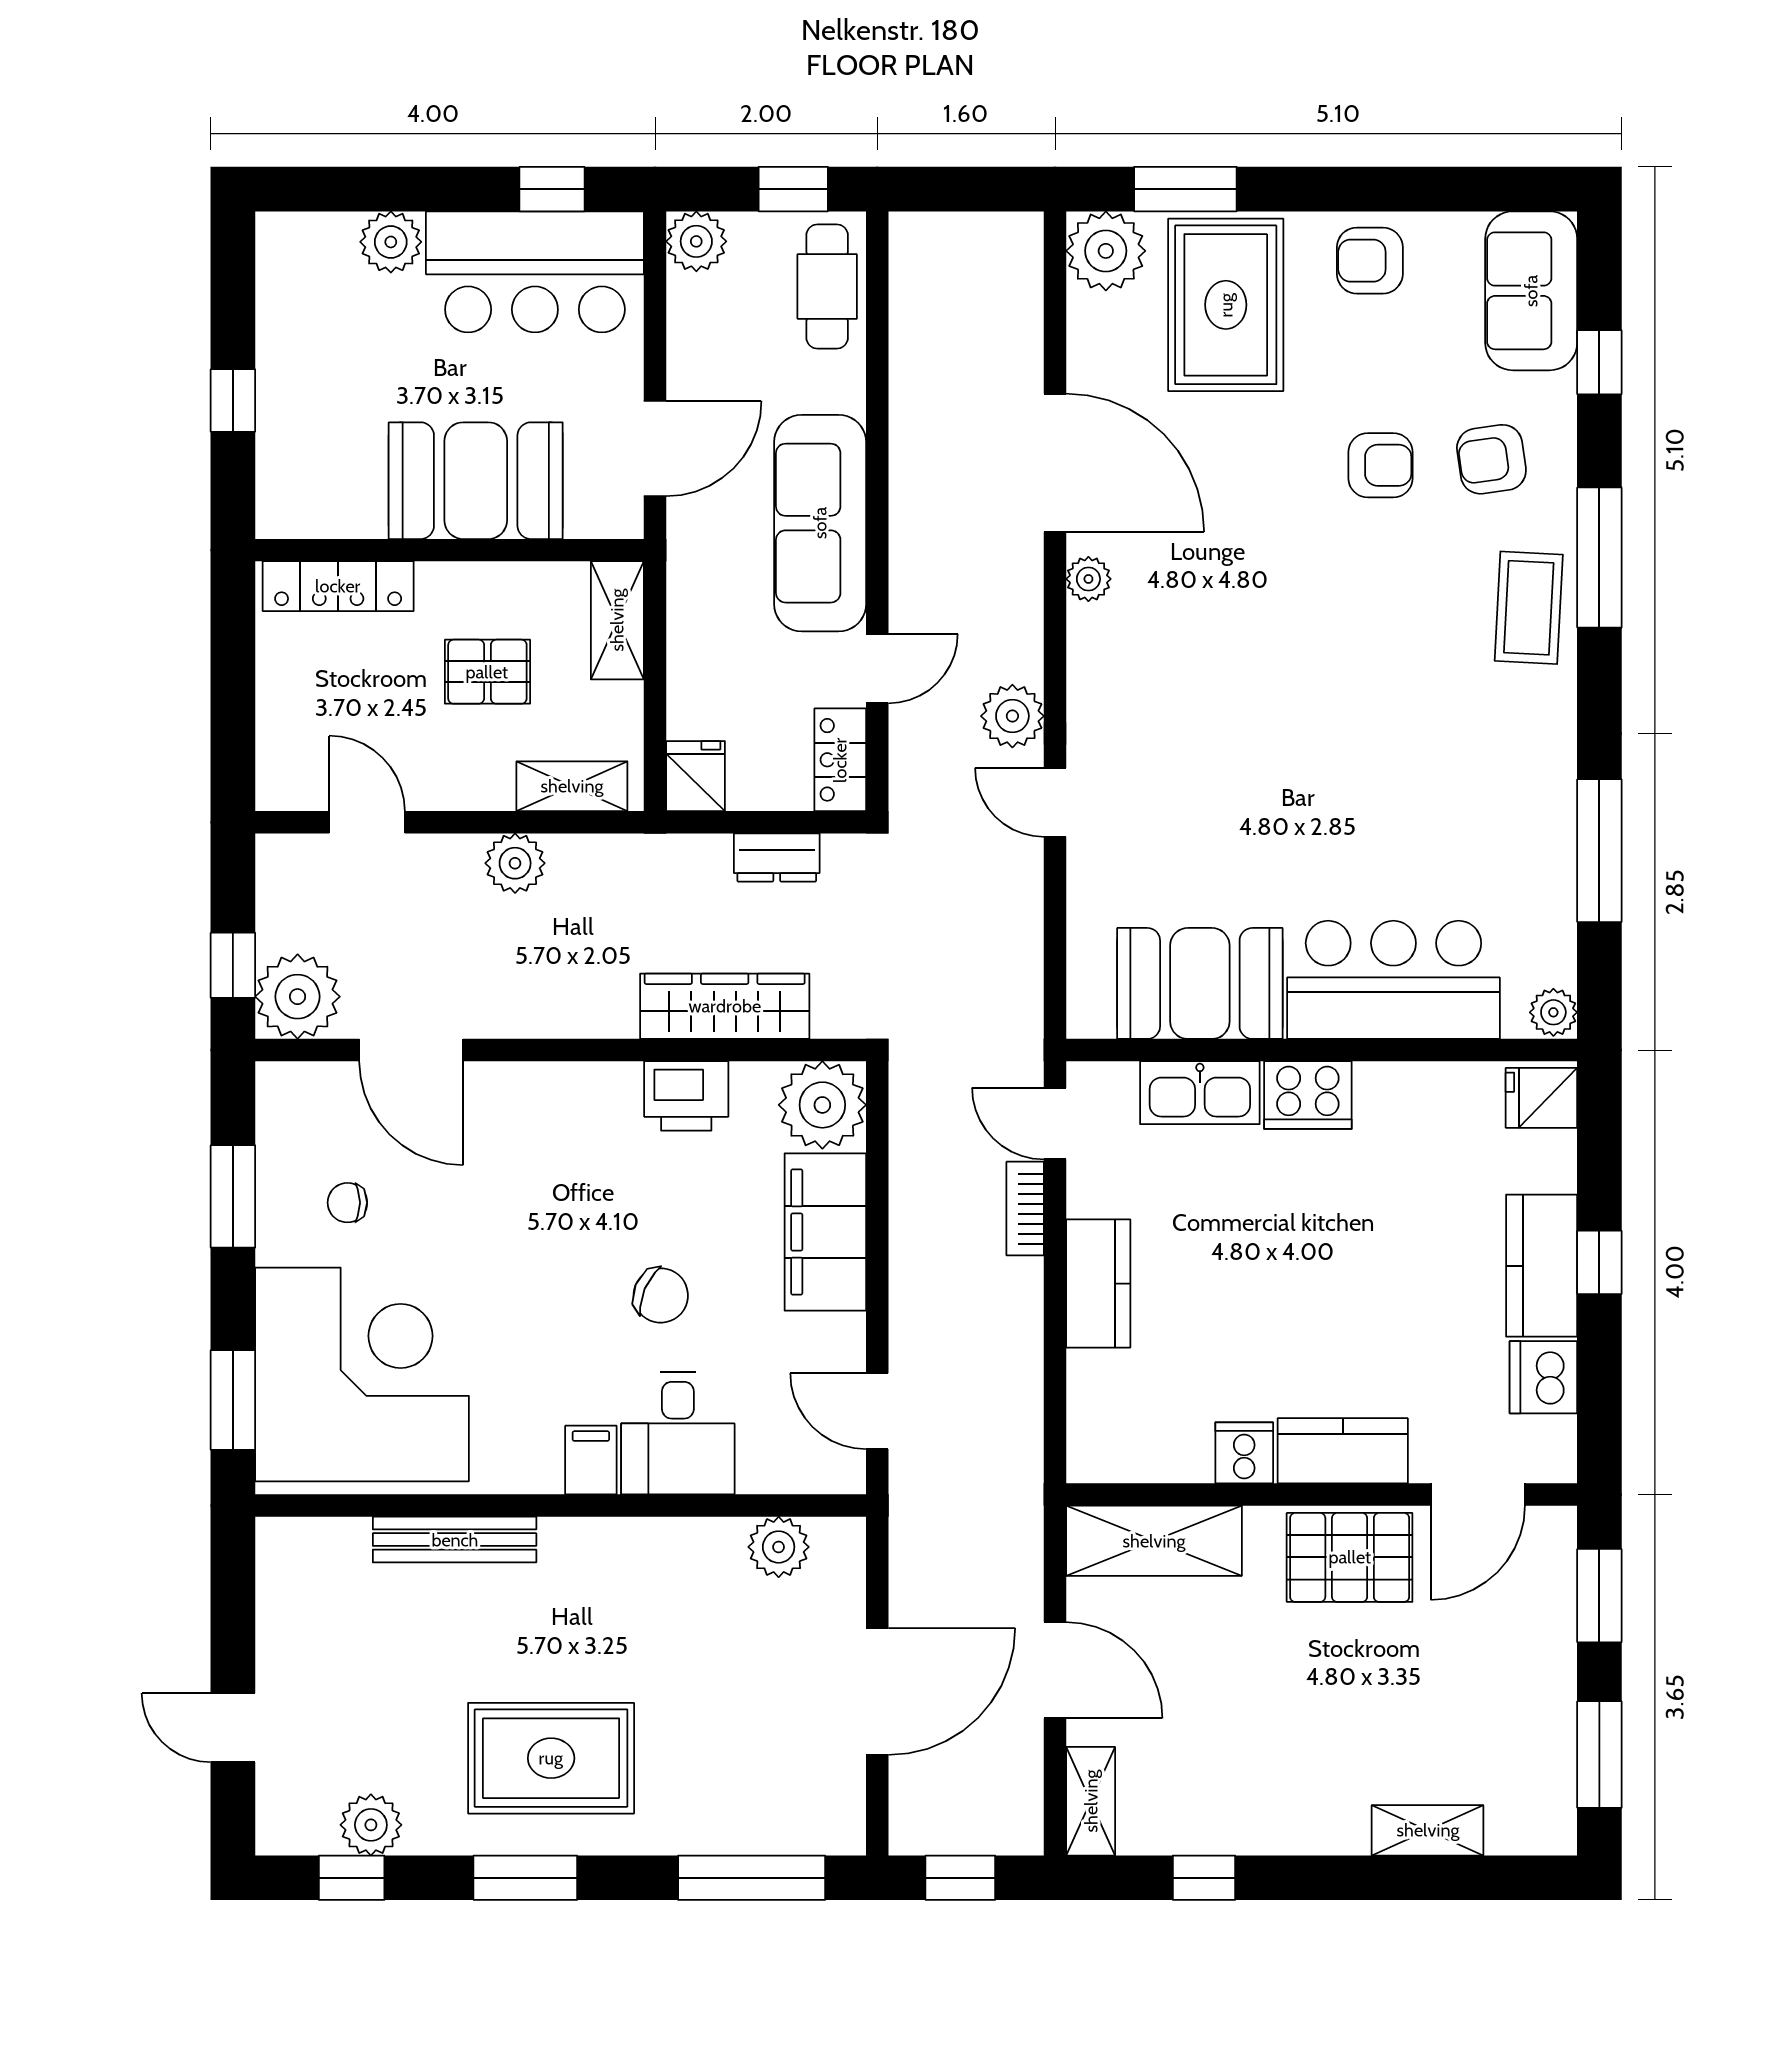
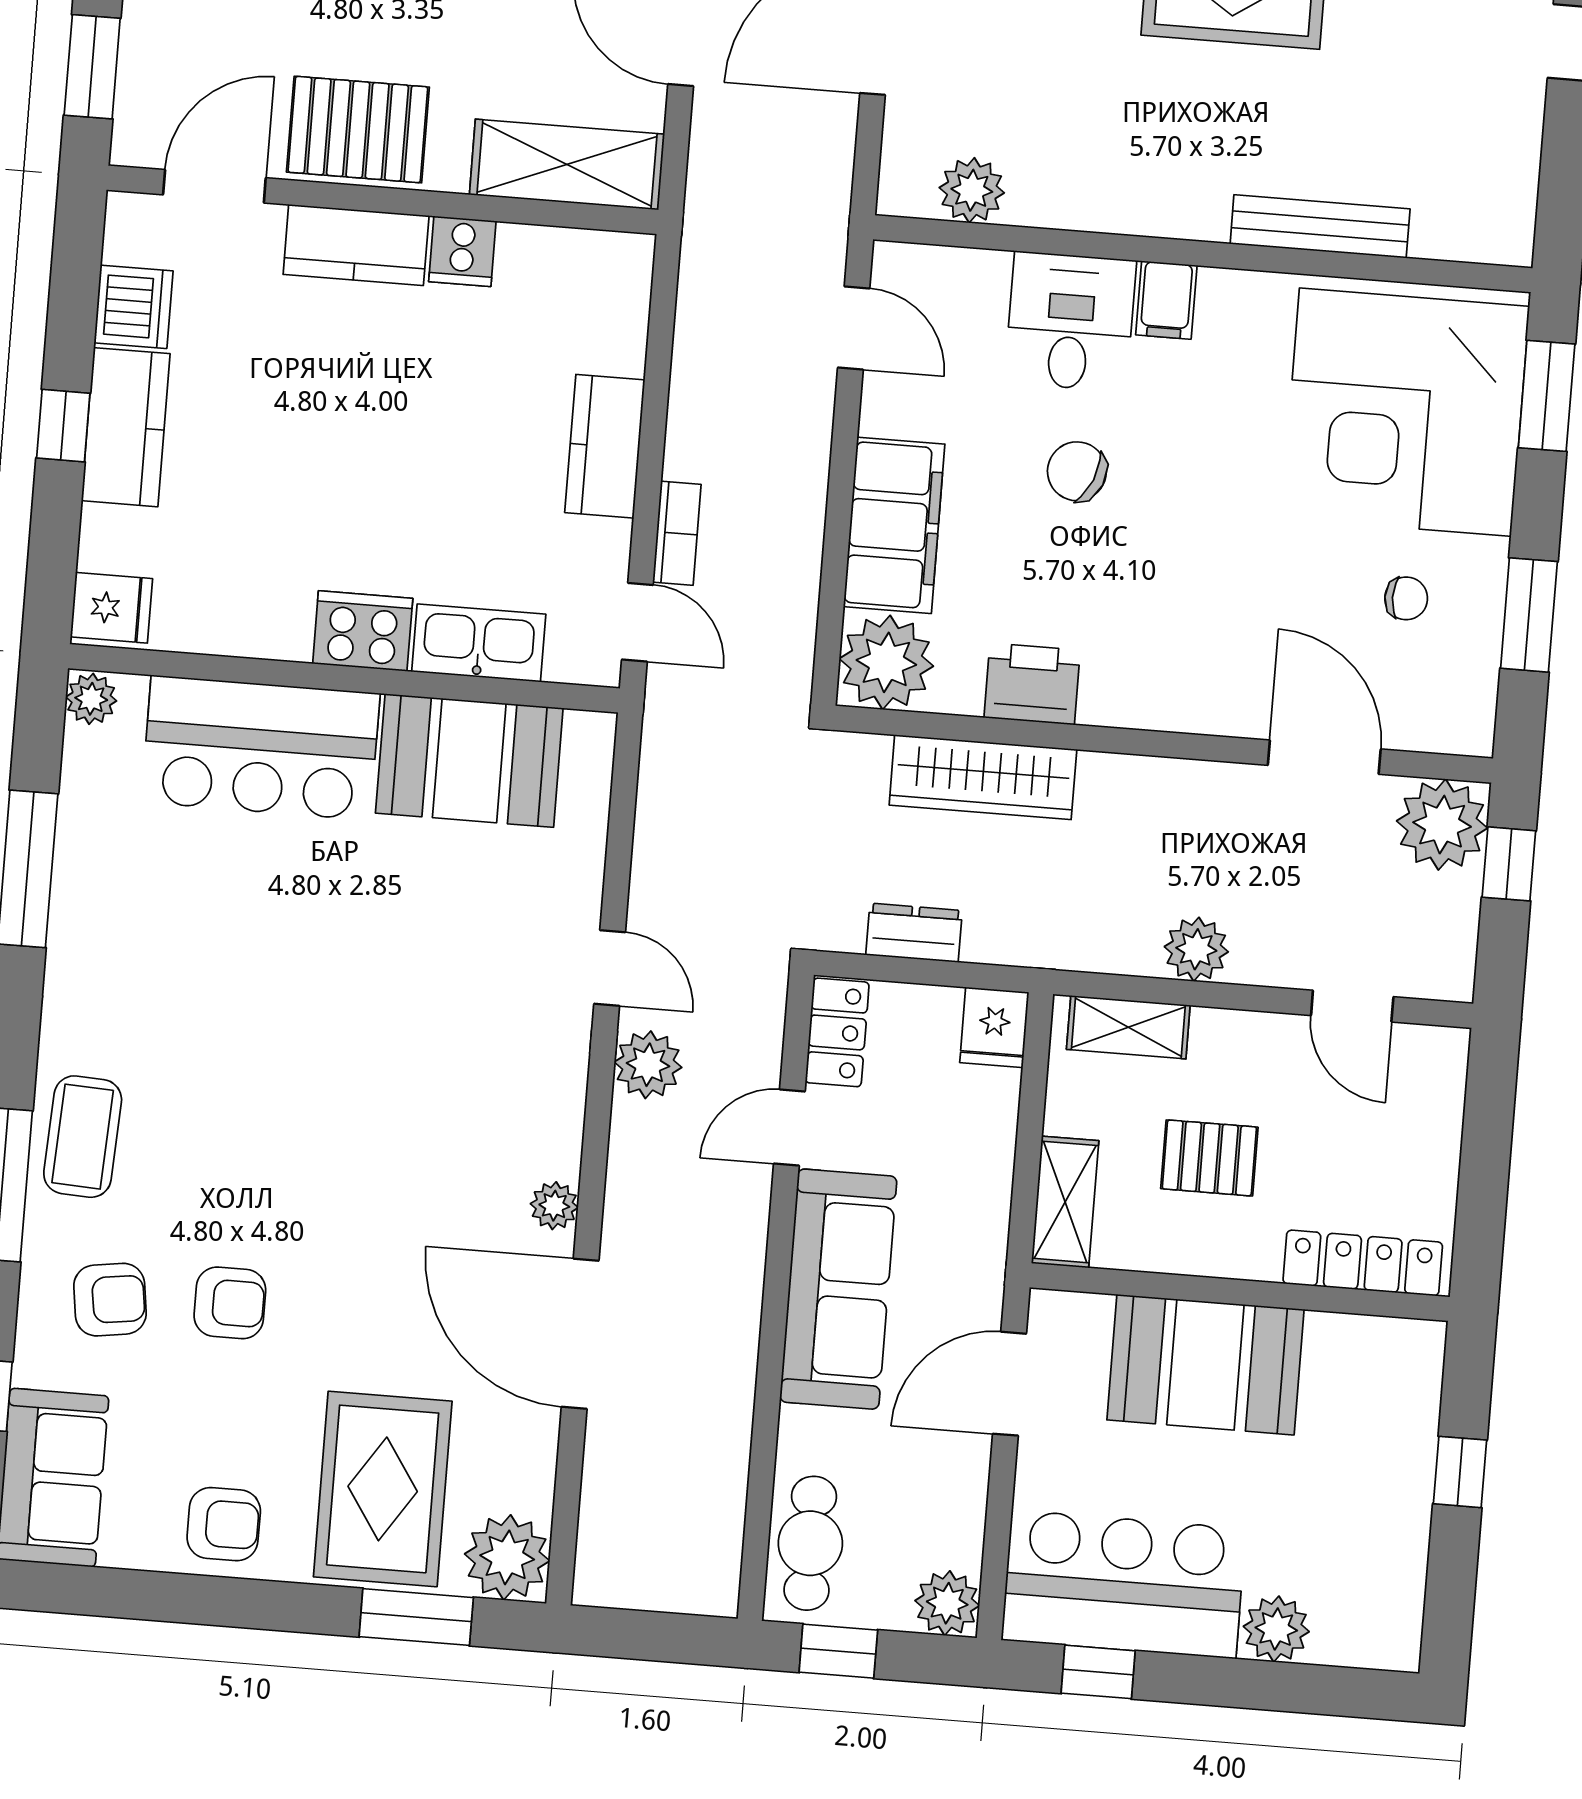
armchair: (1381, 465) -> (230, 1303), turned 180

